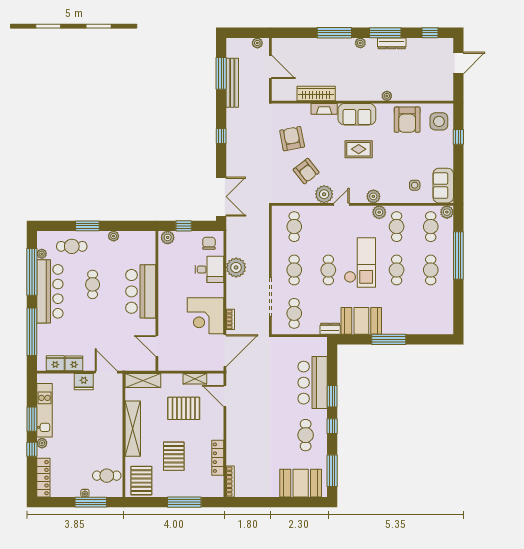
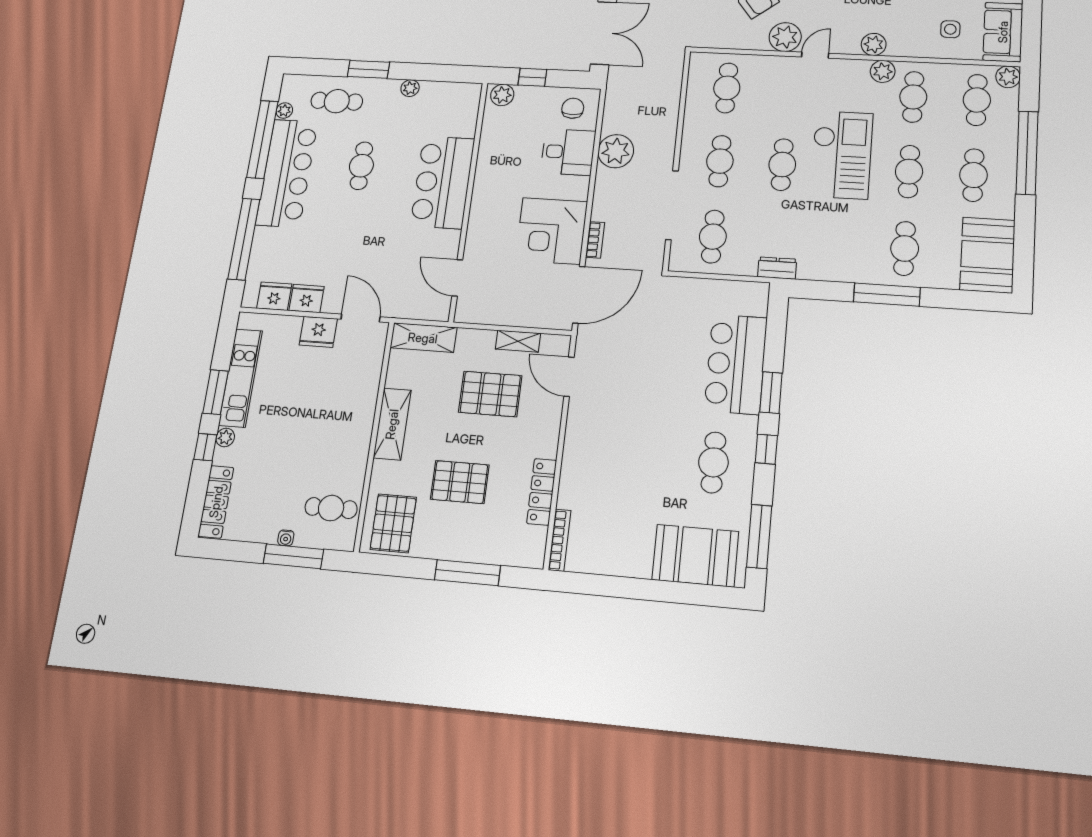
cafe table: (397, 313) -> (905, 248), added
booth: (361, 321) -> (988, 255), moved, turned 90
shelving: (133, 429) -> (392, 424), width x0.68
pallet: (174, 456) -> (460, 482), turned 90

